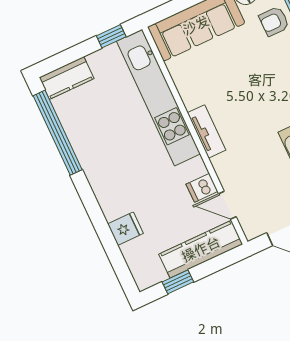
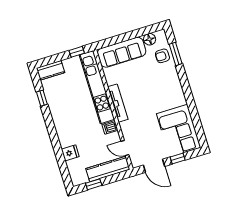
tv unit: (206, 131) -> (118, 103), width x1.41
window: (58, 133) -> (42, 98), width x0.32
dishwasher: (202, 188) -> (110, 127), moved

